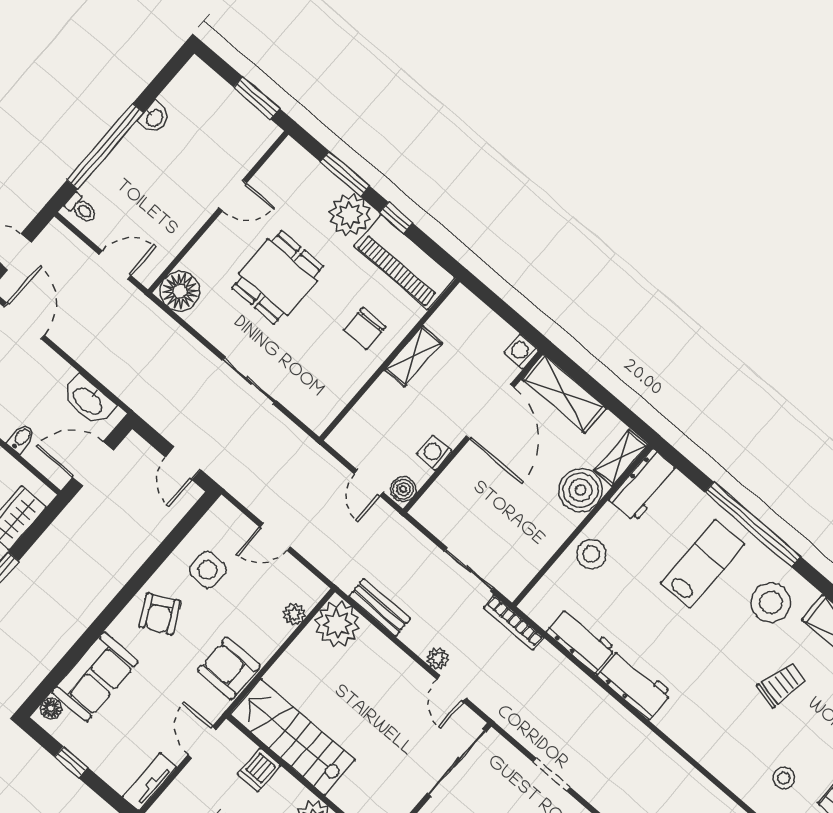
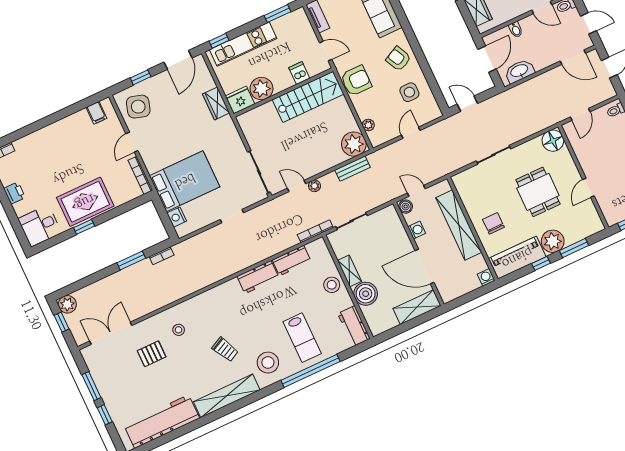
washing machine: (522, 352) -> (486, 277), moved, turned -90
shelving: (413, 356) -> (459, 225), width x2.20, depth x1.33
shelving: (621, 458) -> (349, 271), moved
trolley: (781, 685) -> (225, 349), turned -40

